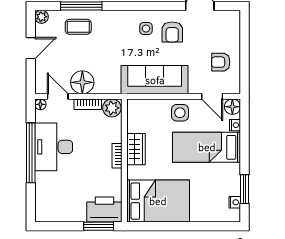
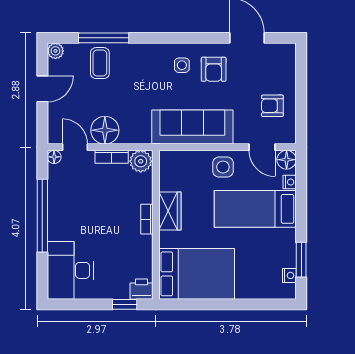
coffee table: (78, 27) -> (100, 63), turned 90
desk: (54, 147) -> (70, 270), moved
printer: (104, 210) -> (142, 289), width x0.53, depth x0.68
window: (99, 226) -> (125, 304), width x0.67

